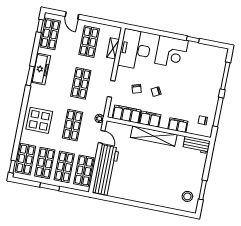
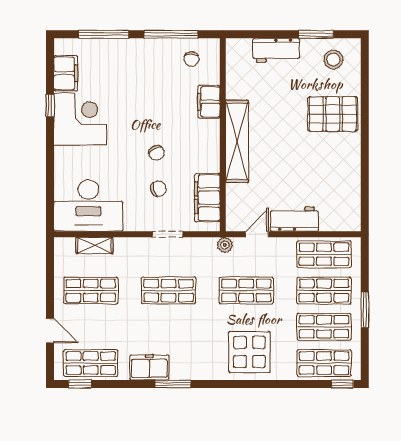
door: (72, 15) -> (50, 331), hinge flipped
corner desk: (172, 52) -> (80, 119), moved
freezer: (41, 69) -> (149, 367), width x0.71
filing cabinet: (150, 119) -> (66, 73), moved, turned 180
workbench: (196, 145) -> (276, 50), moved, turned 90
workbench: (106, 170) -> (294, 219), width x0.53, depth x0.76
pallet: (158, 190) -> (333, 114), added

